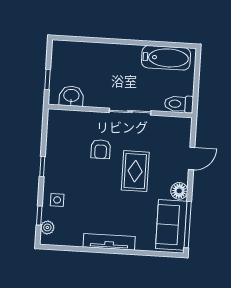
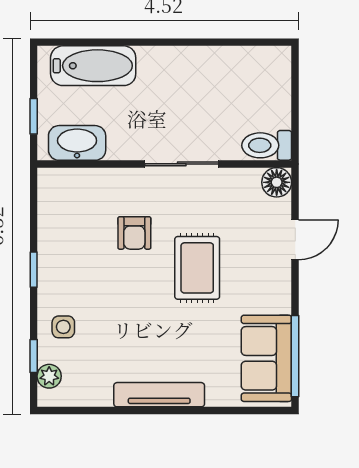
bathtub: (166, 58) -> (93, 66), moved
washbasin: (71, 96) -> (77, 143), width x1.38
floor lamp: (179, 191) -> (277, 182), moved

